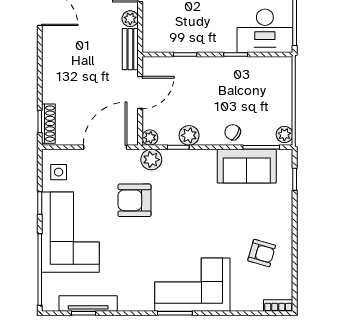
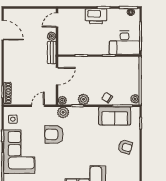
door: (105, 147) -> (38, 106), width x0.53
armchair: (262, 253) -> (125, 147), moved

